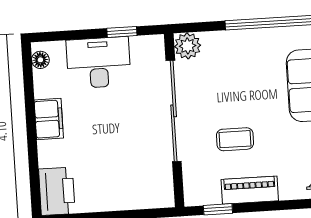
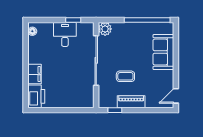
desk: (98, 63) -> (65, 34), width x0.73
filing cabinet: (49, 119) -> (35, 74), moved

